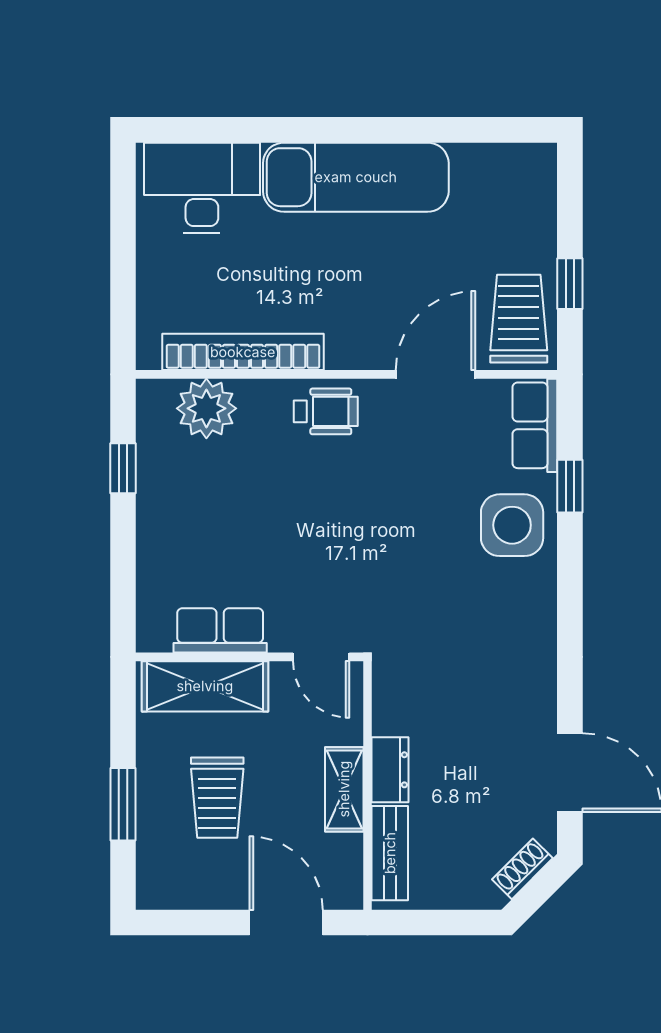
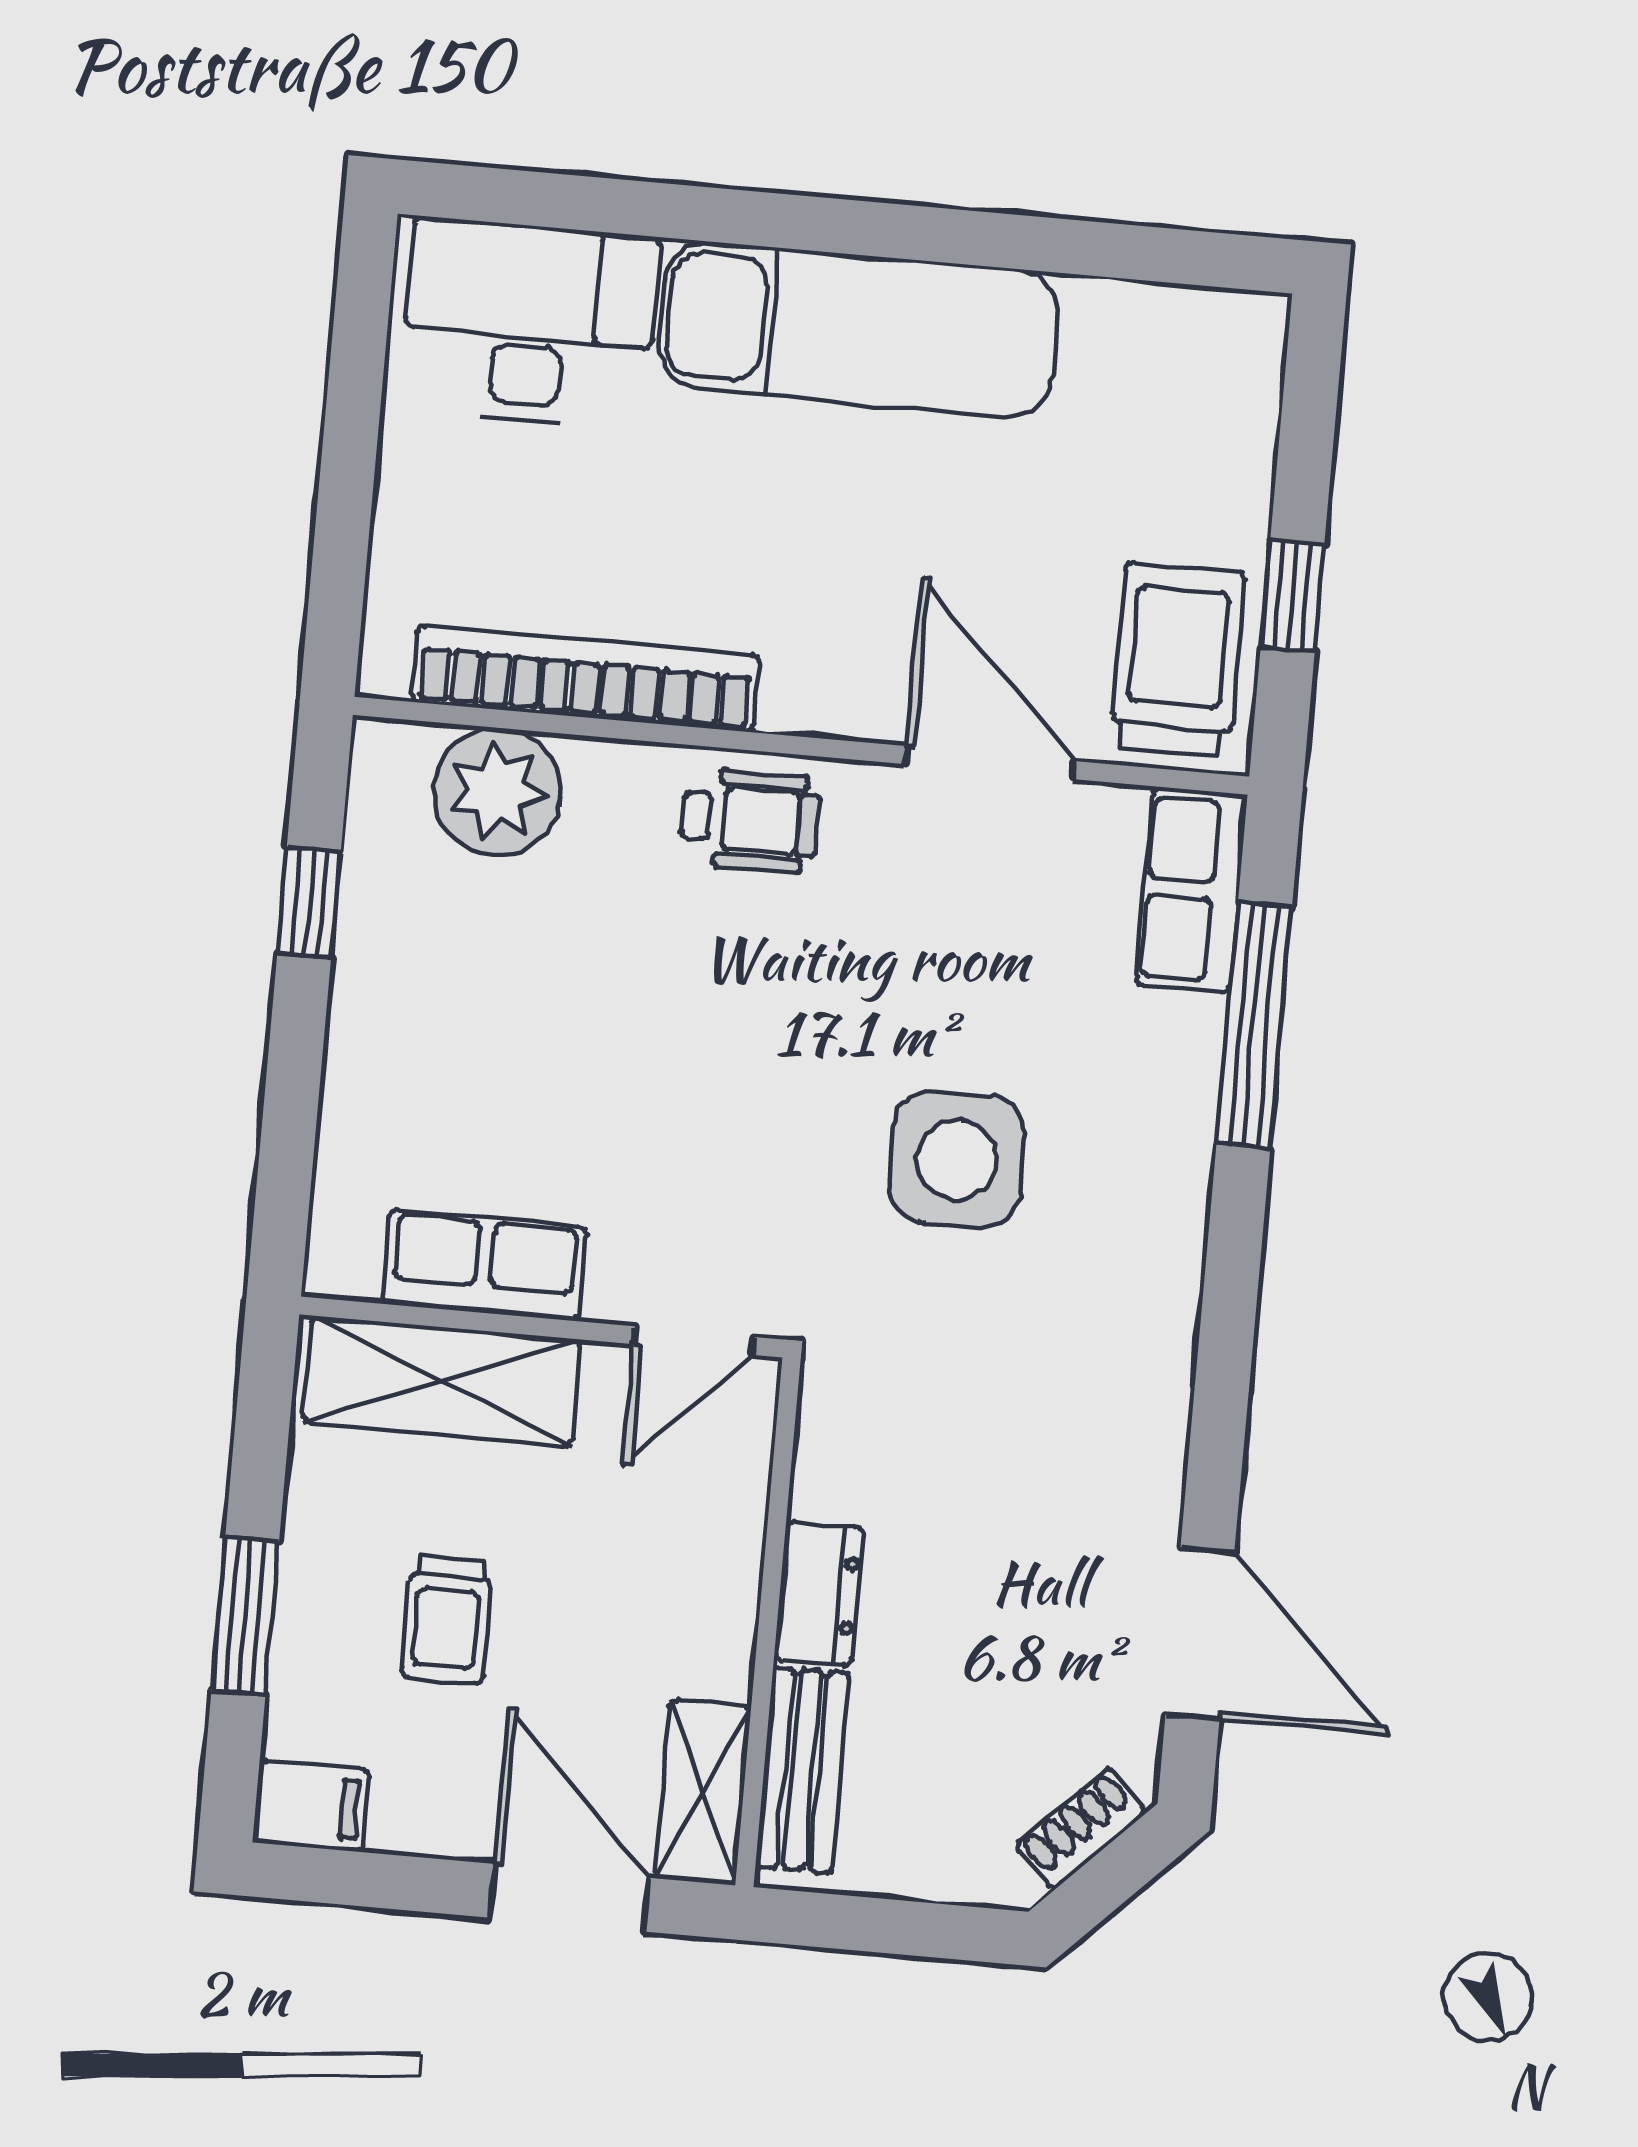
door: (435, 374) -> (990, 763), hinge flipped
window: (570, 486) -> (1254, 1025), width x2.17
side table: (512, 525) -> (957, 1159), moved
door: (321, 657) -> (694, 1341), hinge flipped
shelving: (344, 789) -> (703, 1792), moved
trolley: (217, 798) -> (447, 1620), width x0.73, depth x0.72
filing cabinet: (162, 890) -> (311, 1806), added

